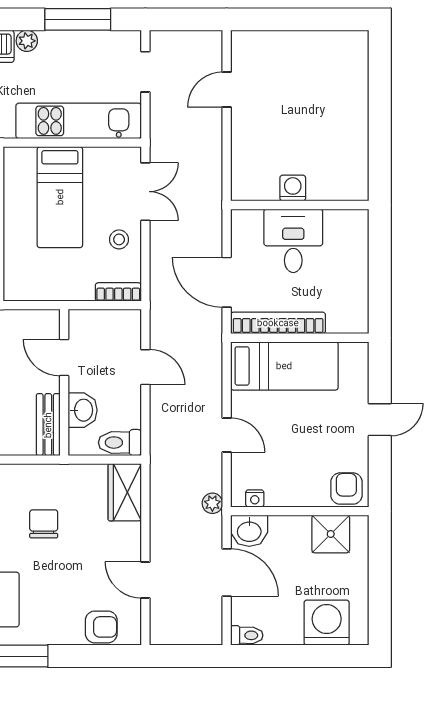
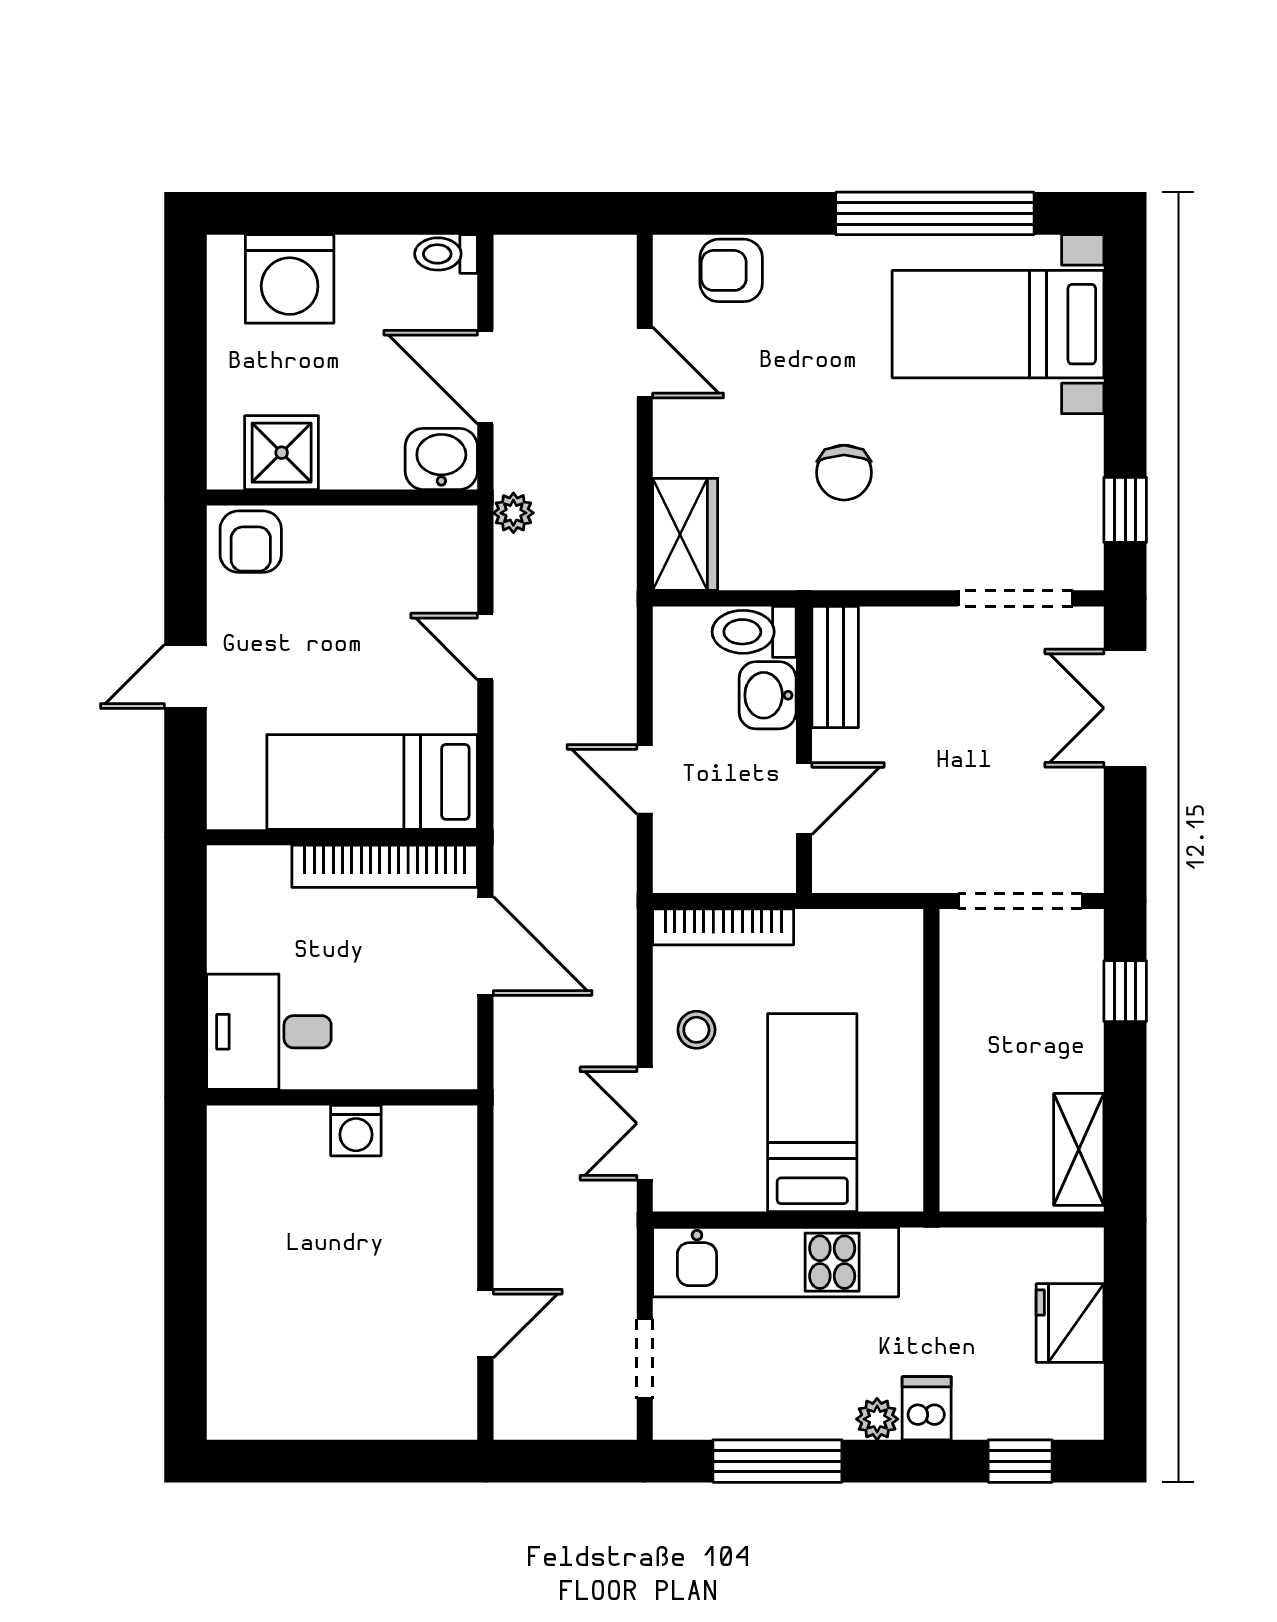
desk: (293, 241) -> (269, 1032), moved, turned 90
bookcase: (118, 292) -> (723, 927), width x1.56
door: (64, 357) -> (804, 799), hinge flipped
toilet: (120, 443) -> (754, 632), moved, turned 180
nightstand: (255, 498) -> (430, 522), removed

